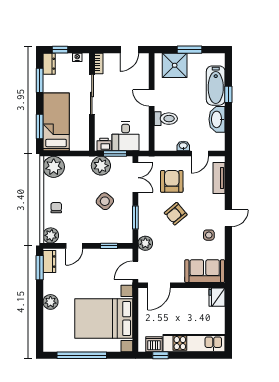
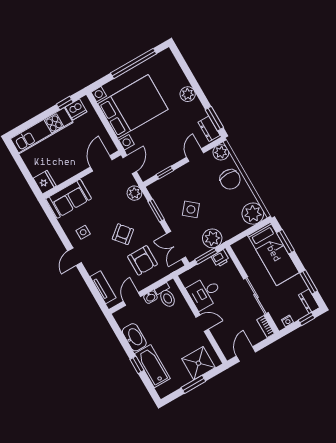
toilet: (166, 119) -> (166, 296), moved, turned -90
desk: (126, 136) -> (205, 293), moved, turned -90
chair: (56, 208) -> (230, 179), width x1.87, depth x1.87

